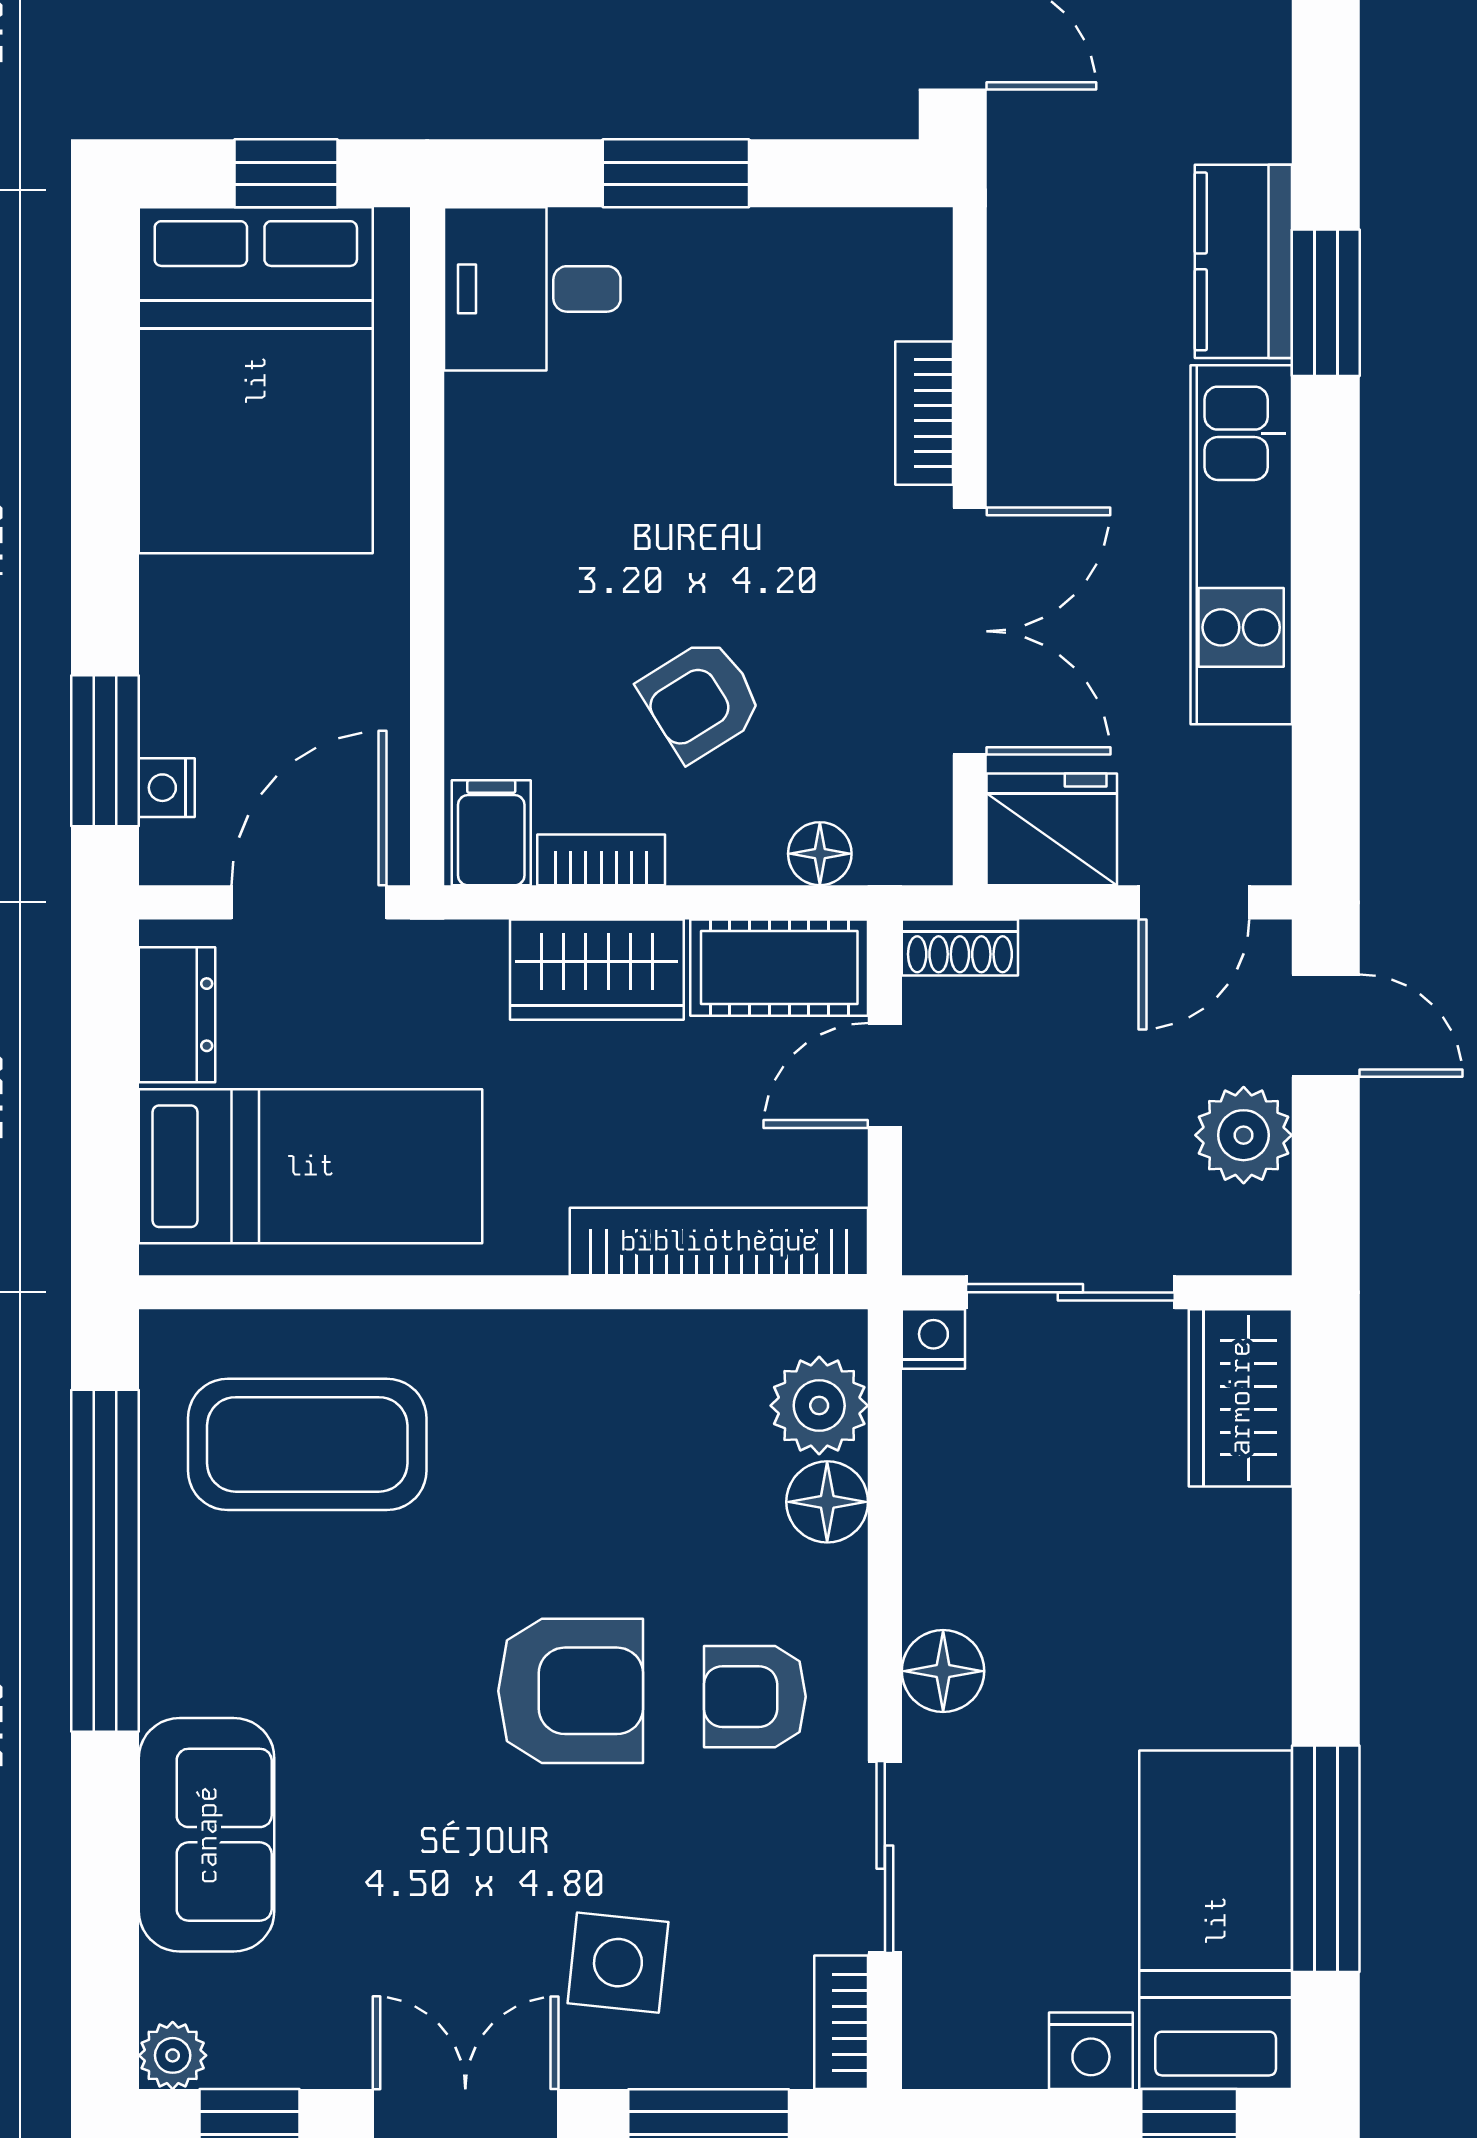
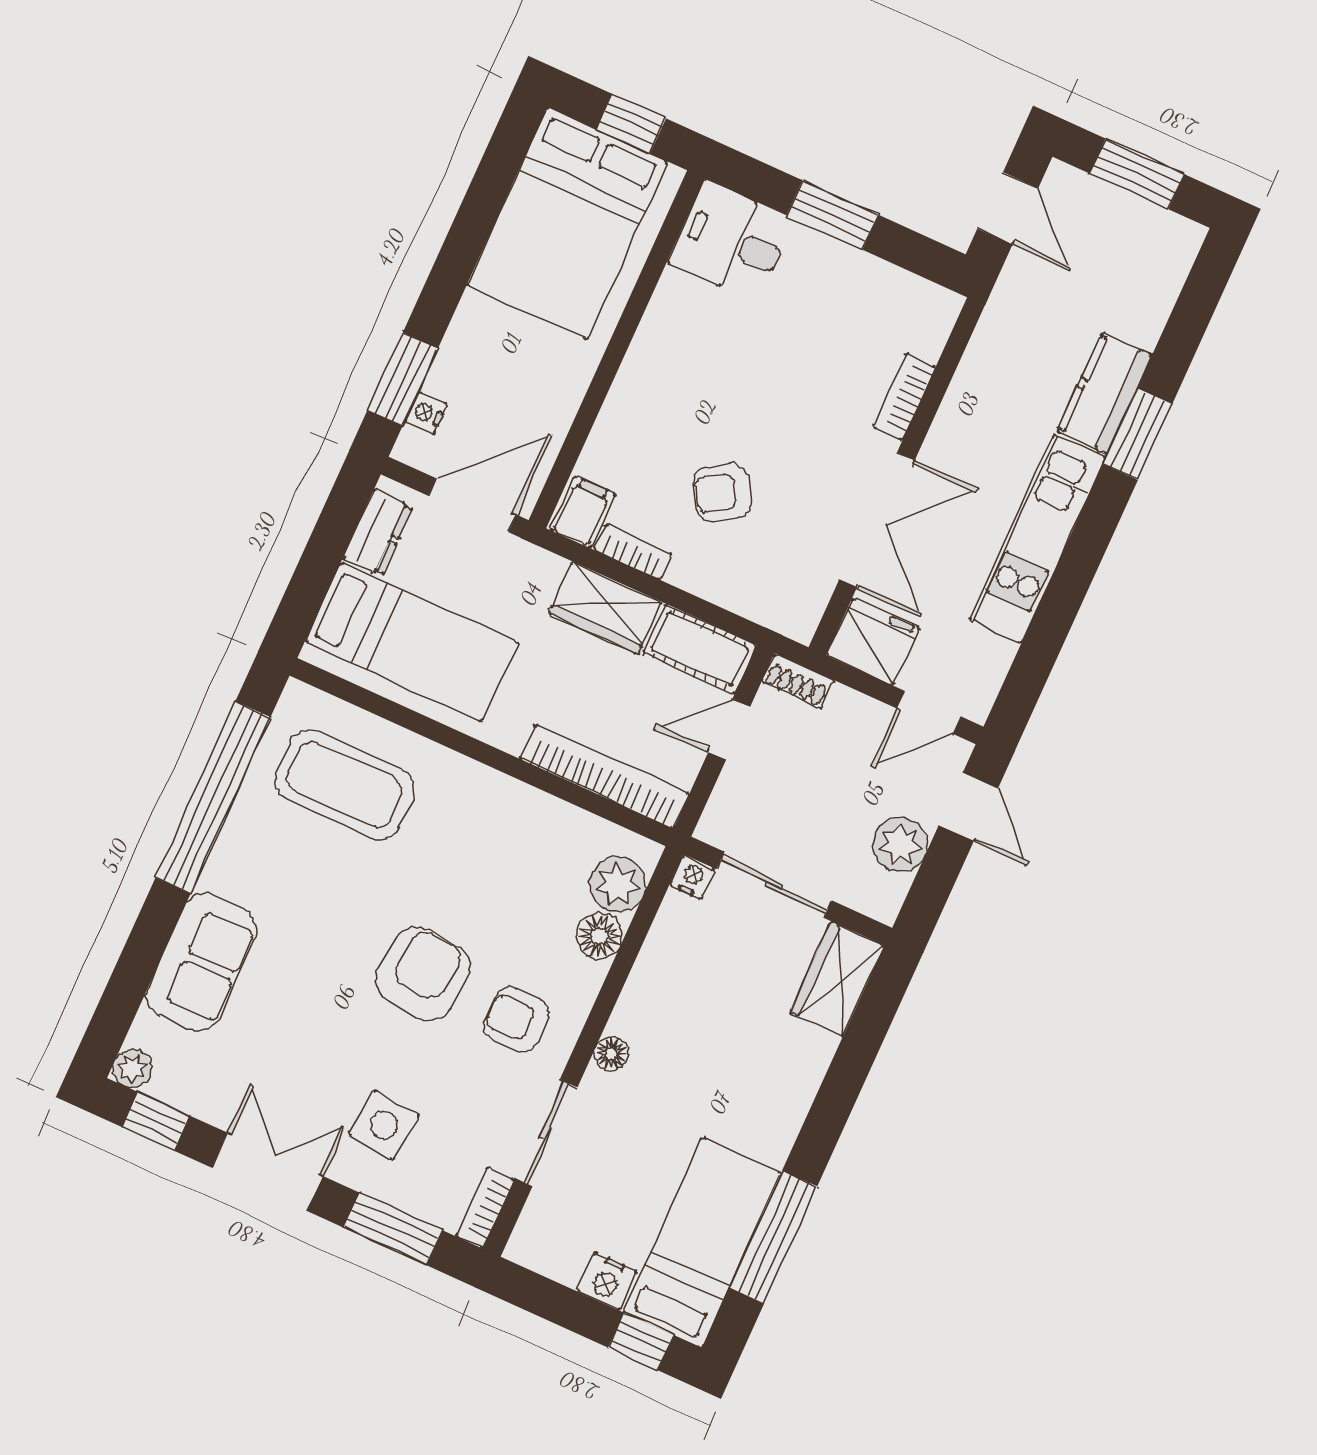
floor lamp: (820, 854) -> (747, 600), removed
floor lamp: (943, 1671) -> (611, 1054), width x0.73, depth x0.73
armchair: (571, 1691) -> (423, 974), turned -85

